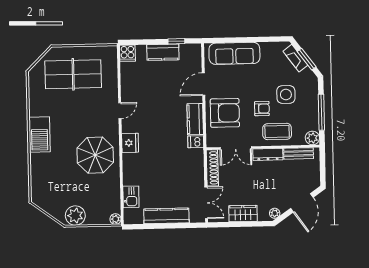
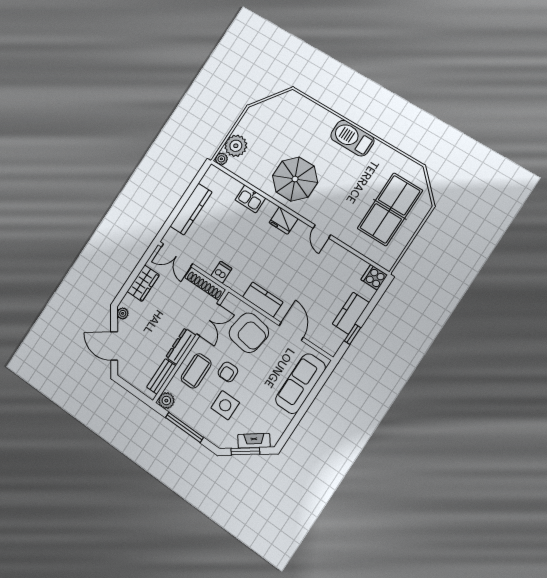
armchair: (225, 113) -> (249, 333), turned -81
dishwasher: (196, 142) -> (221, 272), moved
double door: (236, 148) -> (208, 320), swing flipped
kitchen sink: (131, 197) -> (250, 199), moved
plant: (75, 216) -> (236, 146), moved

